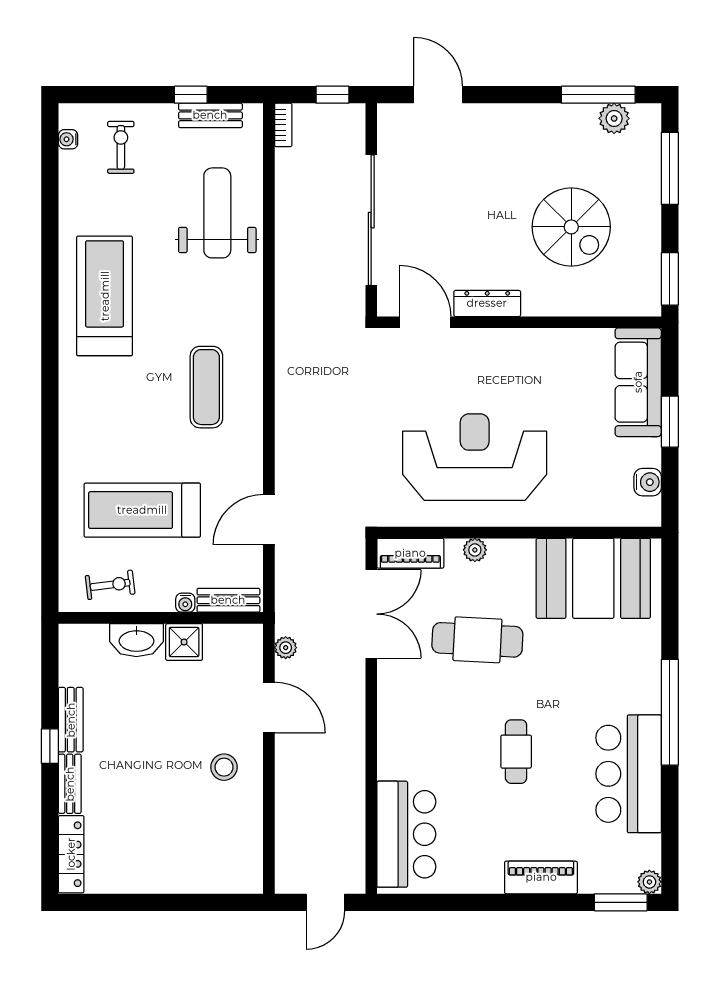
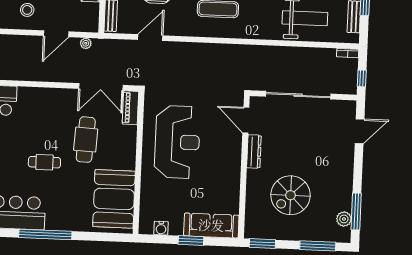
door: (425, 322) -> (246, 120), swing flipped
door: (269, 520) -> (150, 38), hinge flipped
plant: (475, 550) -> (131, 140), removed
cafe table: (516, 752) -> (44, 162), moved

